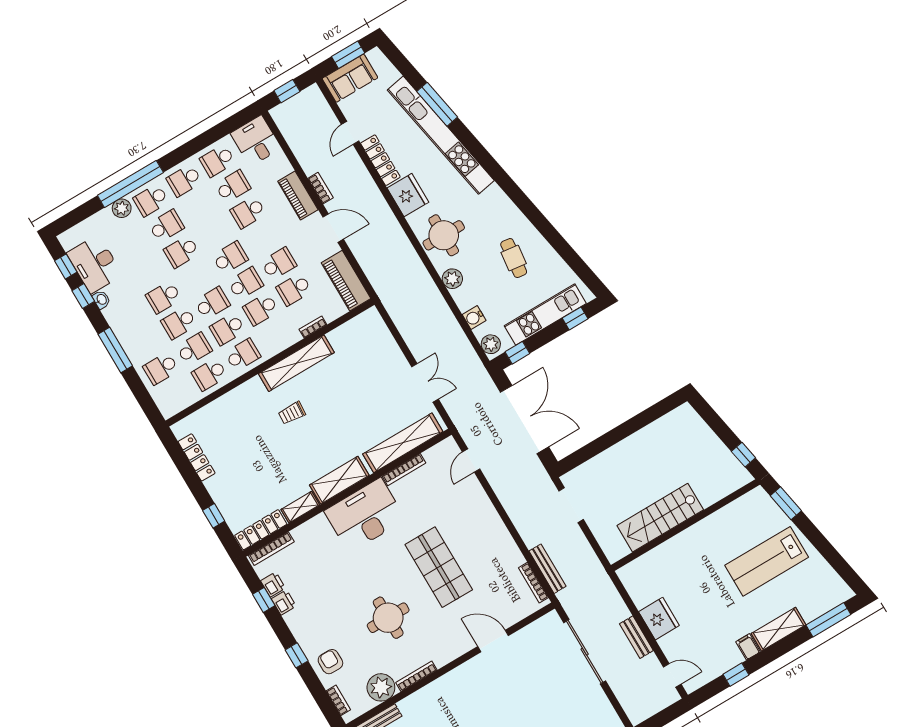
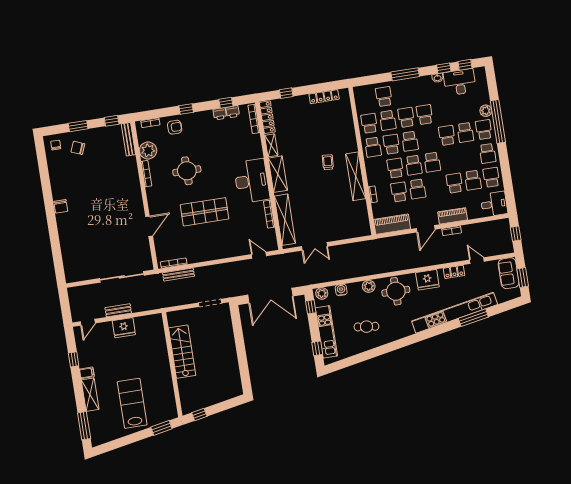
locker: (380, 160) -> (454, 272), width x0.66
school desk: (184, 180) -> (488, 153), turned 180

